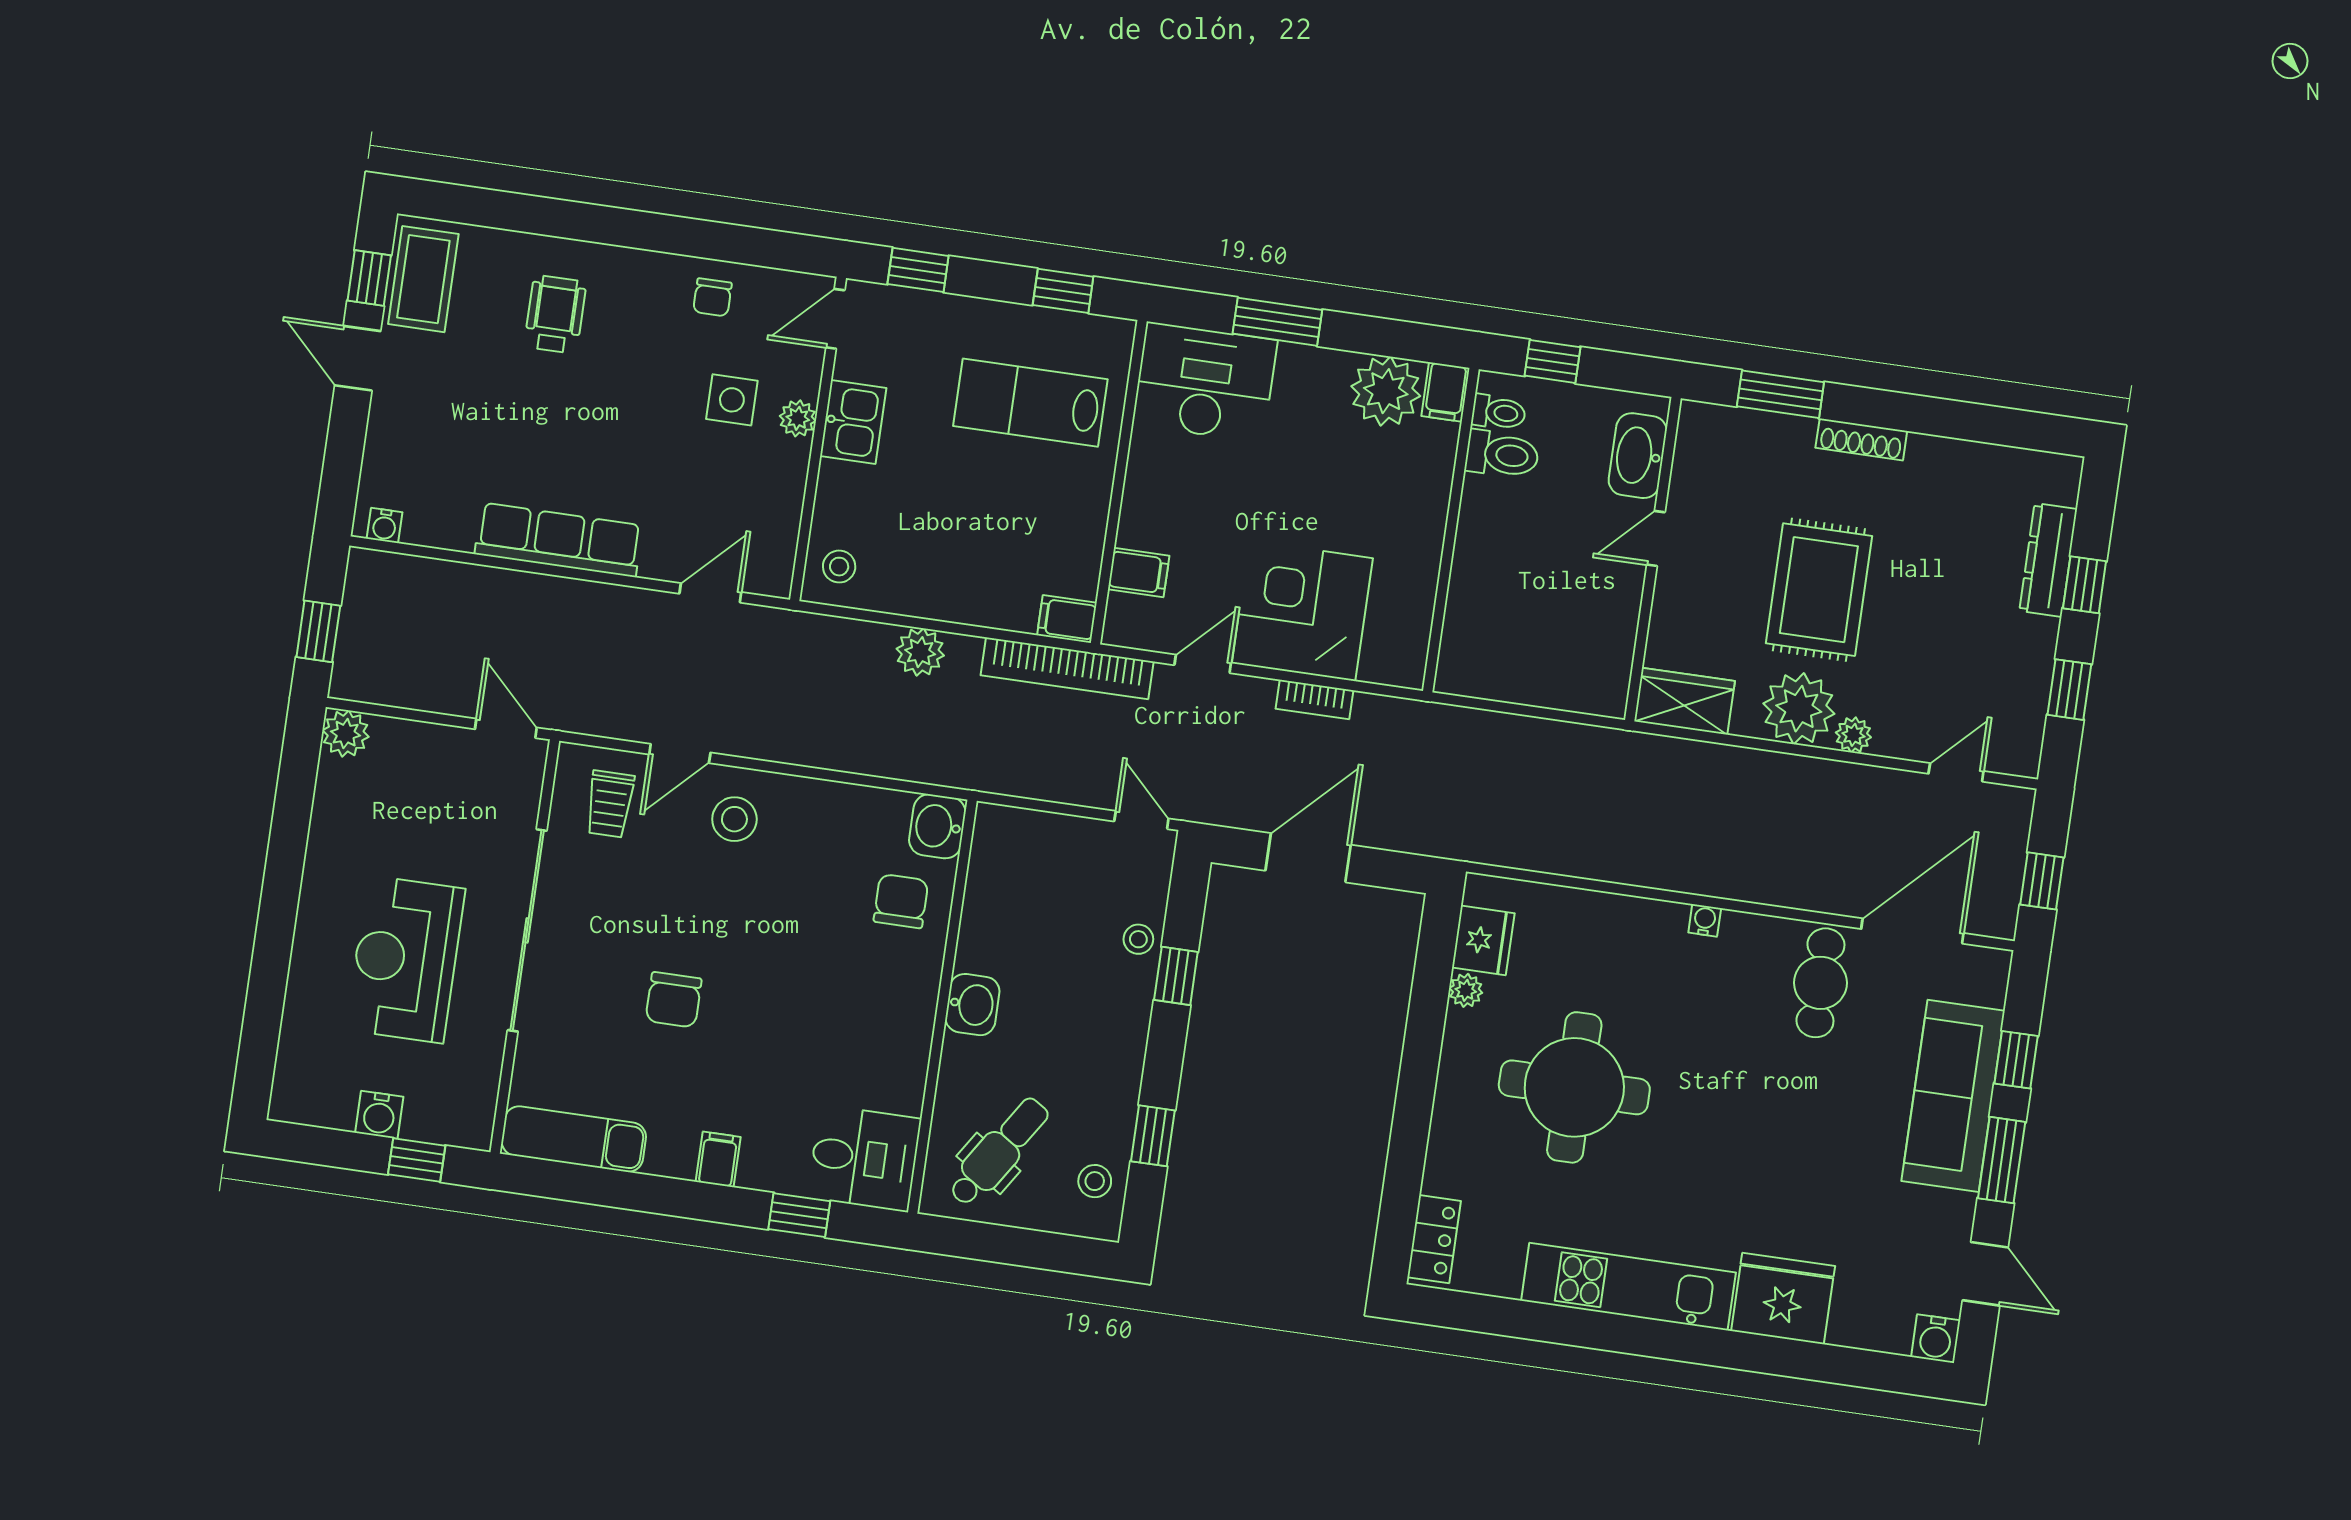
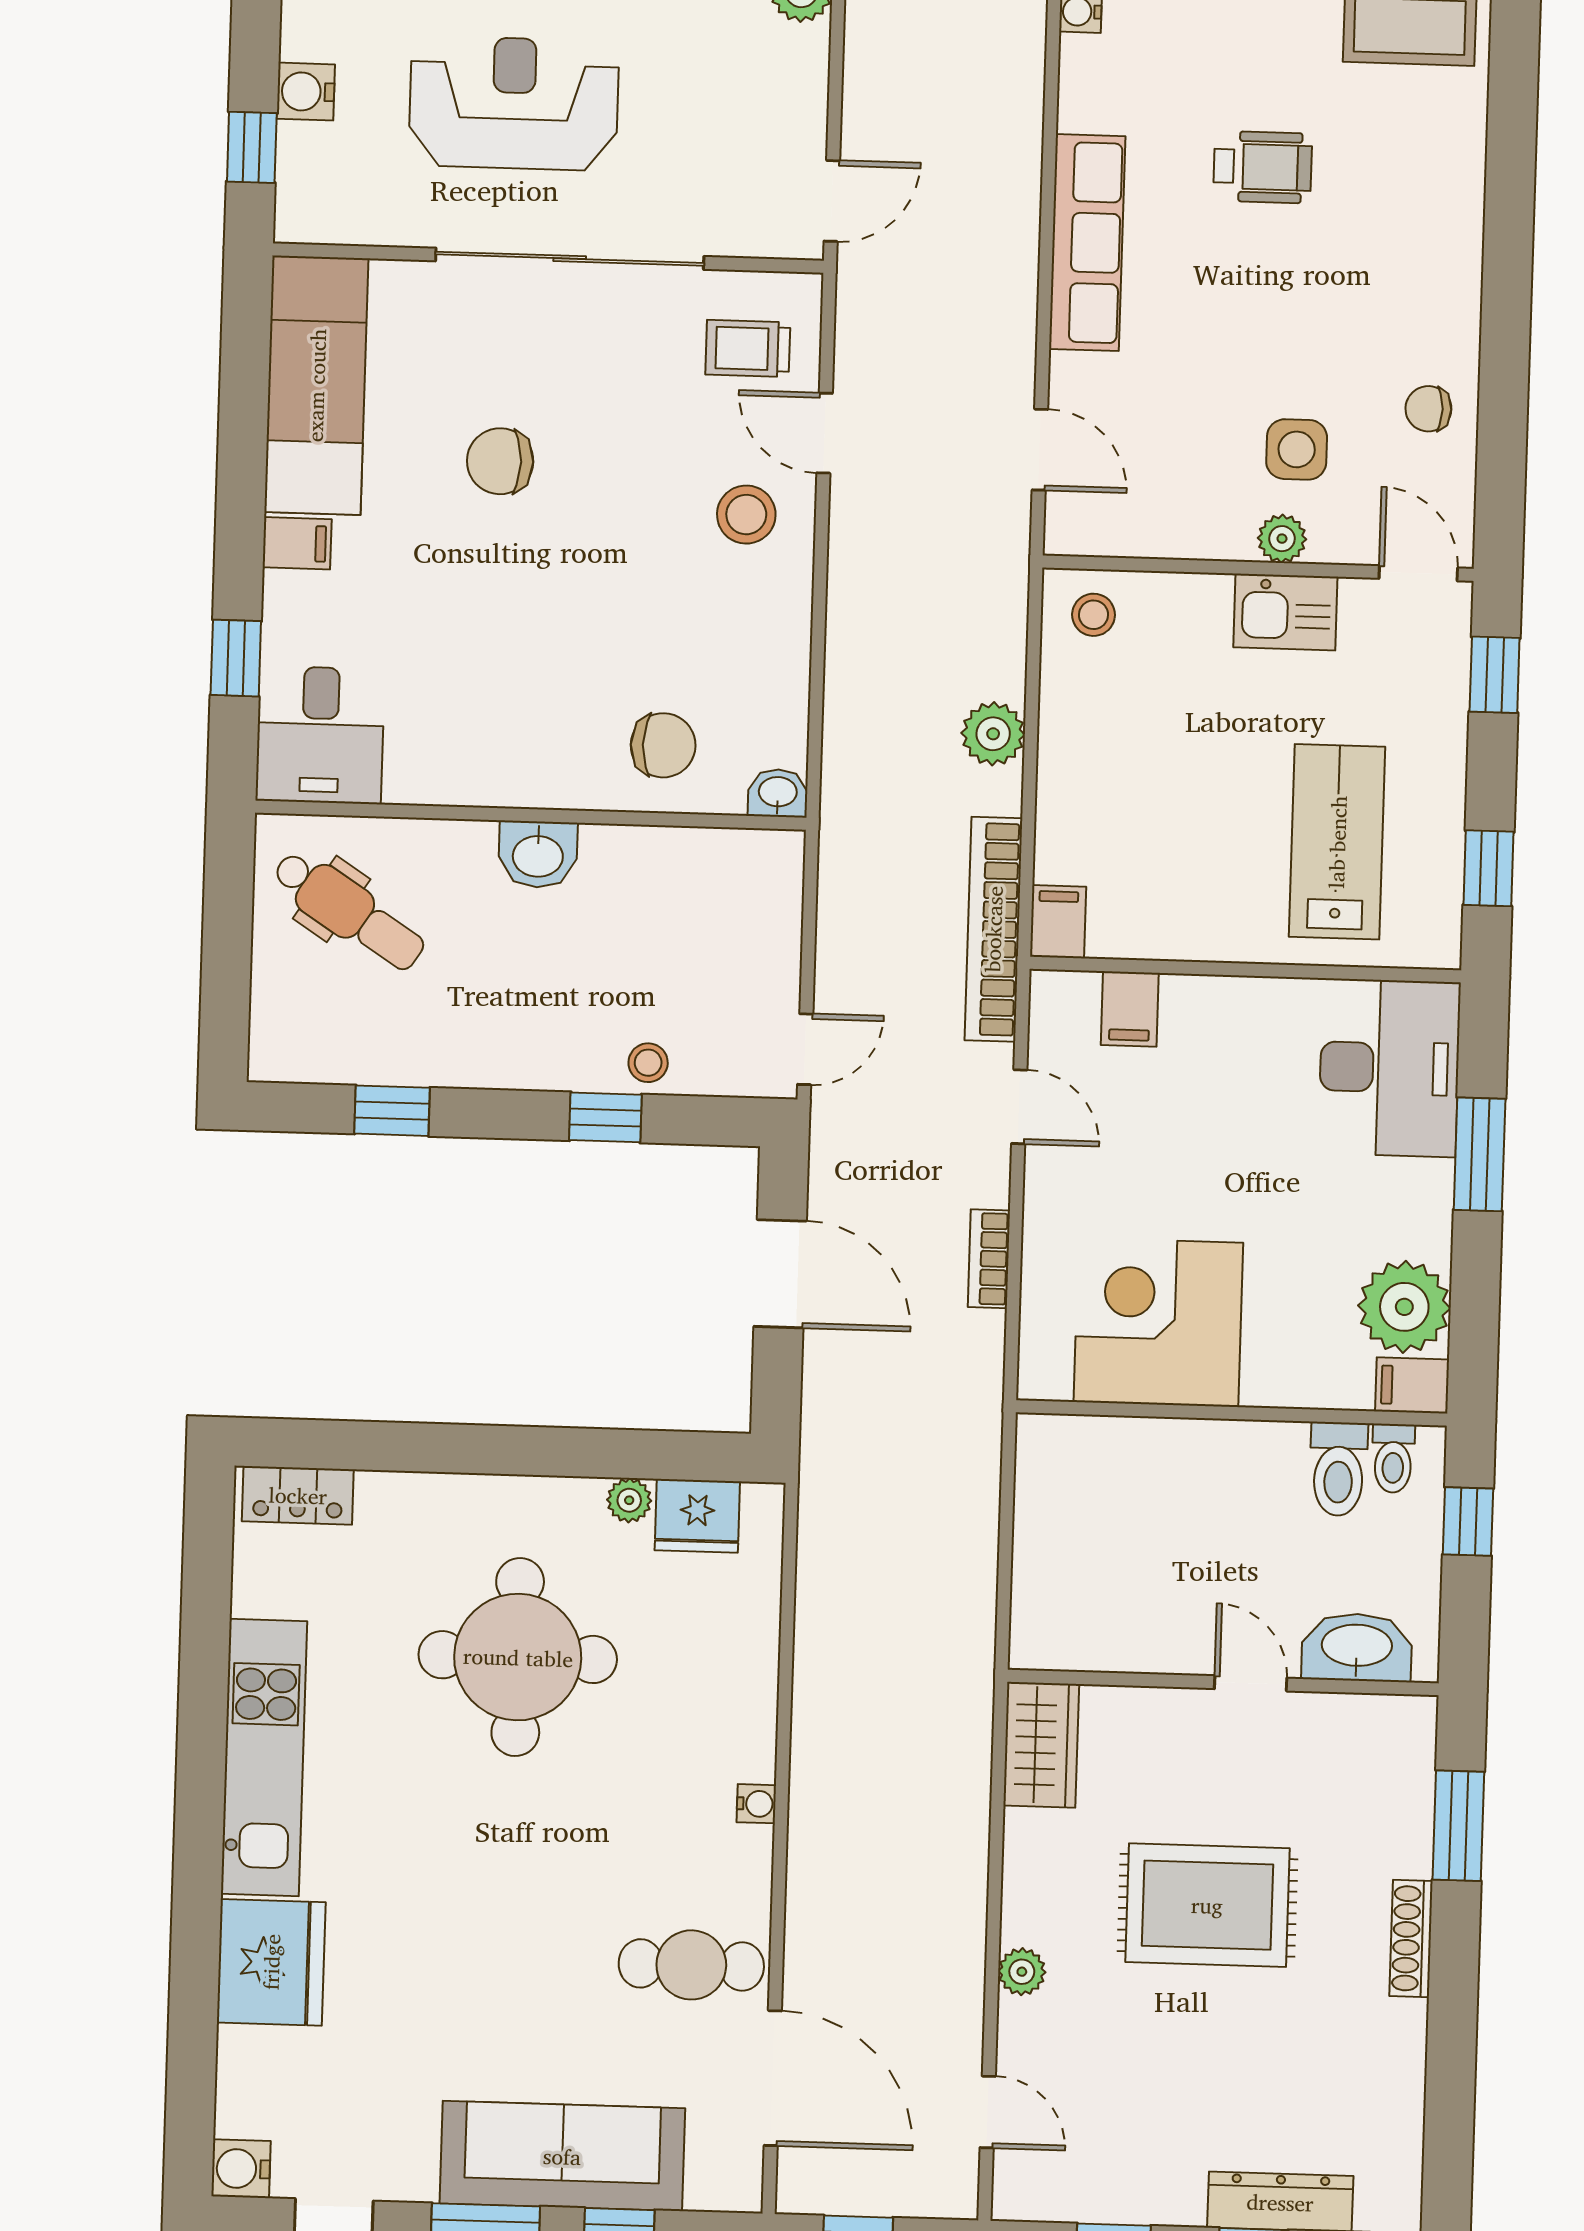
wheelchair: (555, 314) -> (1263, 167), moved
corner desk: (1302, 611) -> (1158, 1322), moved, turned -90
plant: (1799, 709) -> (1048, 1896), removed
washbasin: (937, 826) -> (778, 793), width x0.72, depth x0.69
exam couch: (574, 1139) -> (316, 385), width x1.36, depth x1.45
stool: (1095, 1181) -> (324, 1041), removed

